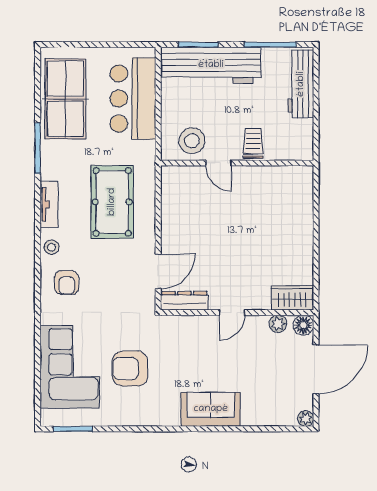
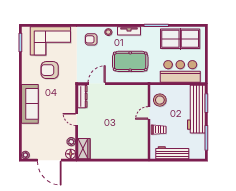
workbench: (301, 84) -> (172, 153), moved
door: (158, 271) -> (97, 84), swing flipped
armchair: (130, 369) -> (50, 70), turned -90
sofa: (211, 409) -> (30, 104), width x1.36

